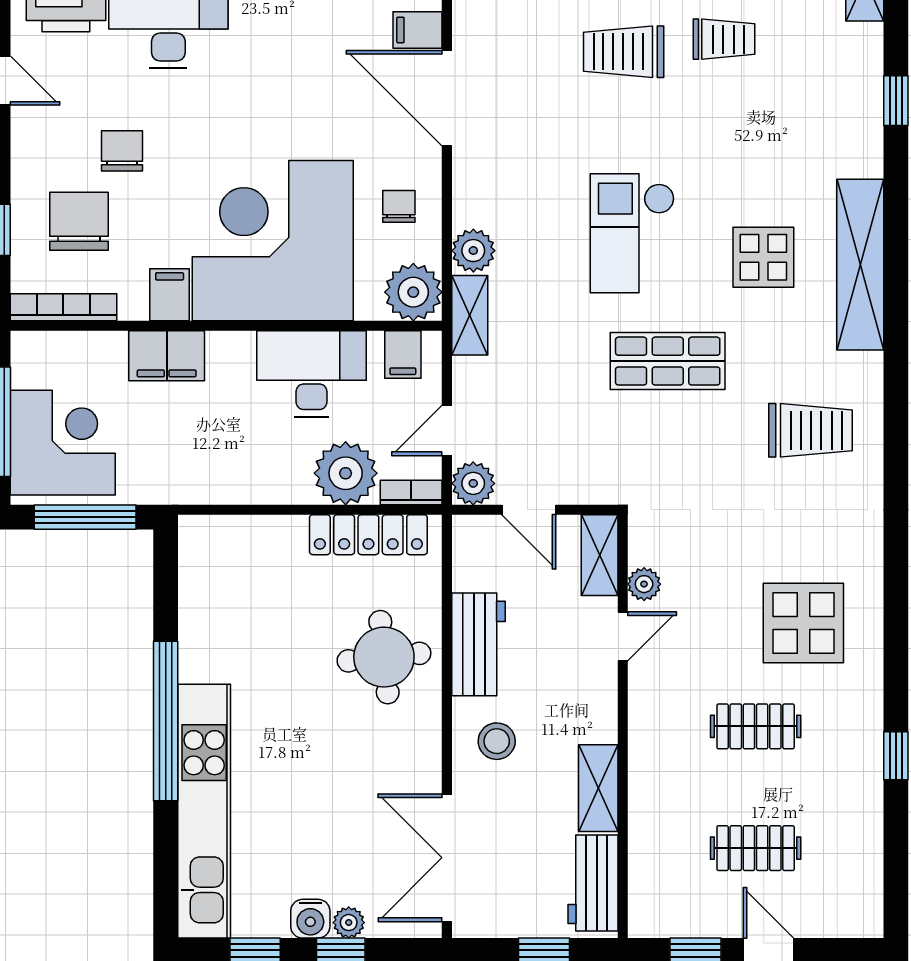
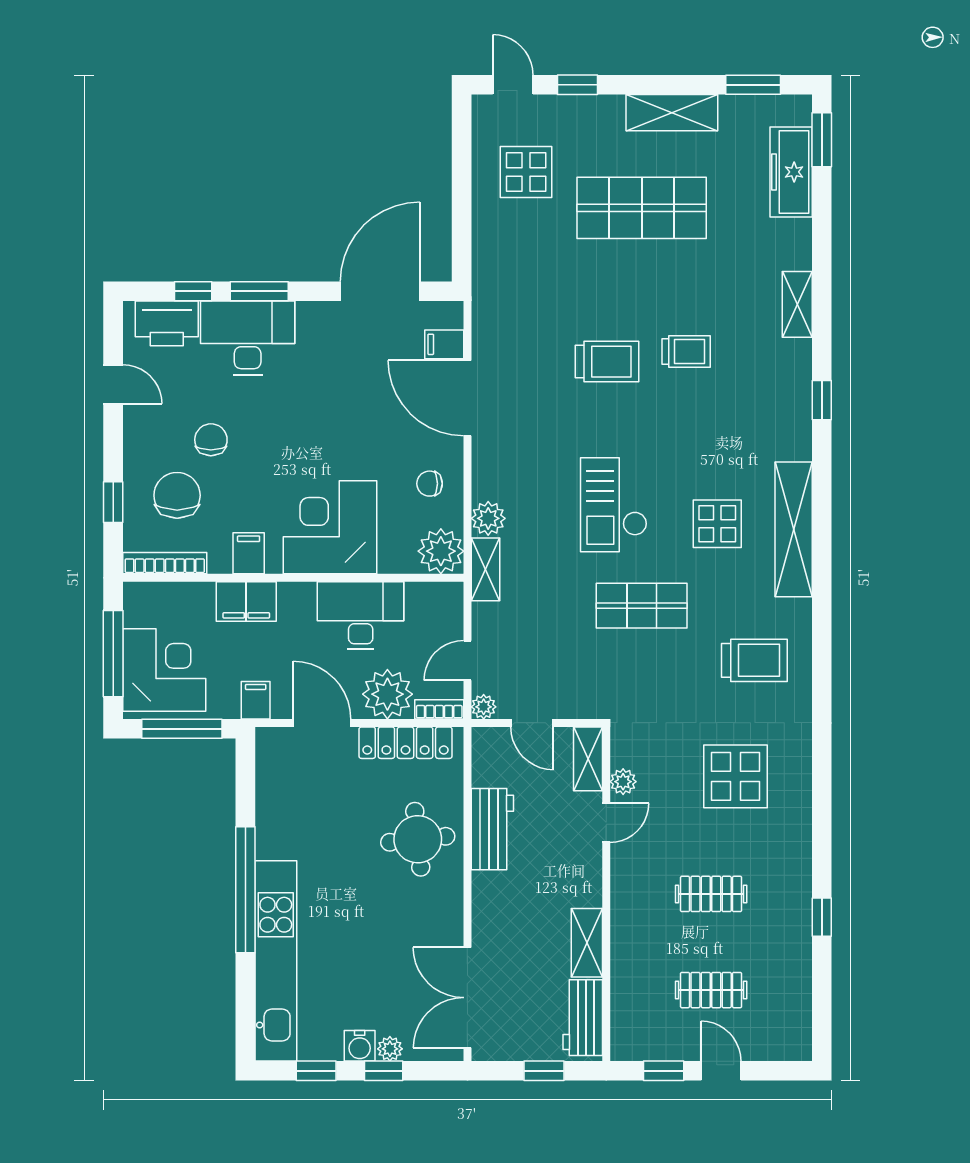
trolley: (624, 52) -> (607, 362), turned 180
chair: (399, 206) -> (430, 484), turned -90
corner desk: (273, 241) -> (330, 527), width x0.74, depth x0.74
filing cabinet: (403, 355) -> (256, 700), moved, turned 180
plant: (473, 483) -> (484, 707), width x0.73, depth x0.73
door: (263, 510) -> (322, 723), added
display table: (803, 623) -> (735, 776), moved
stool: (497, 741) -> (507, 906), removed

